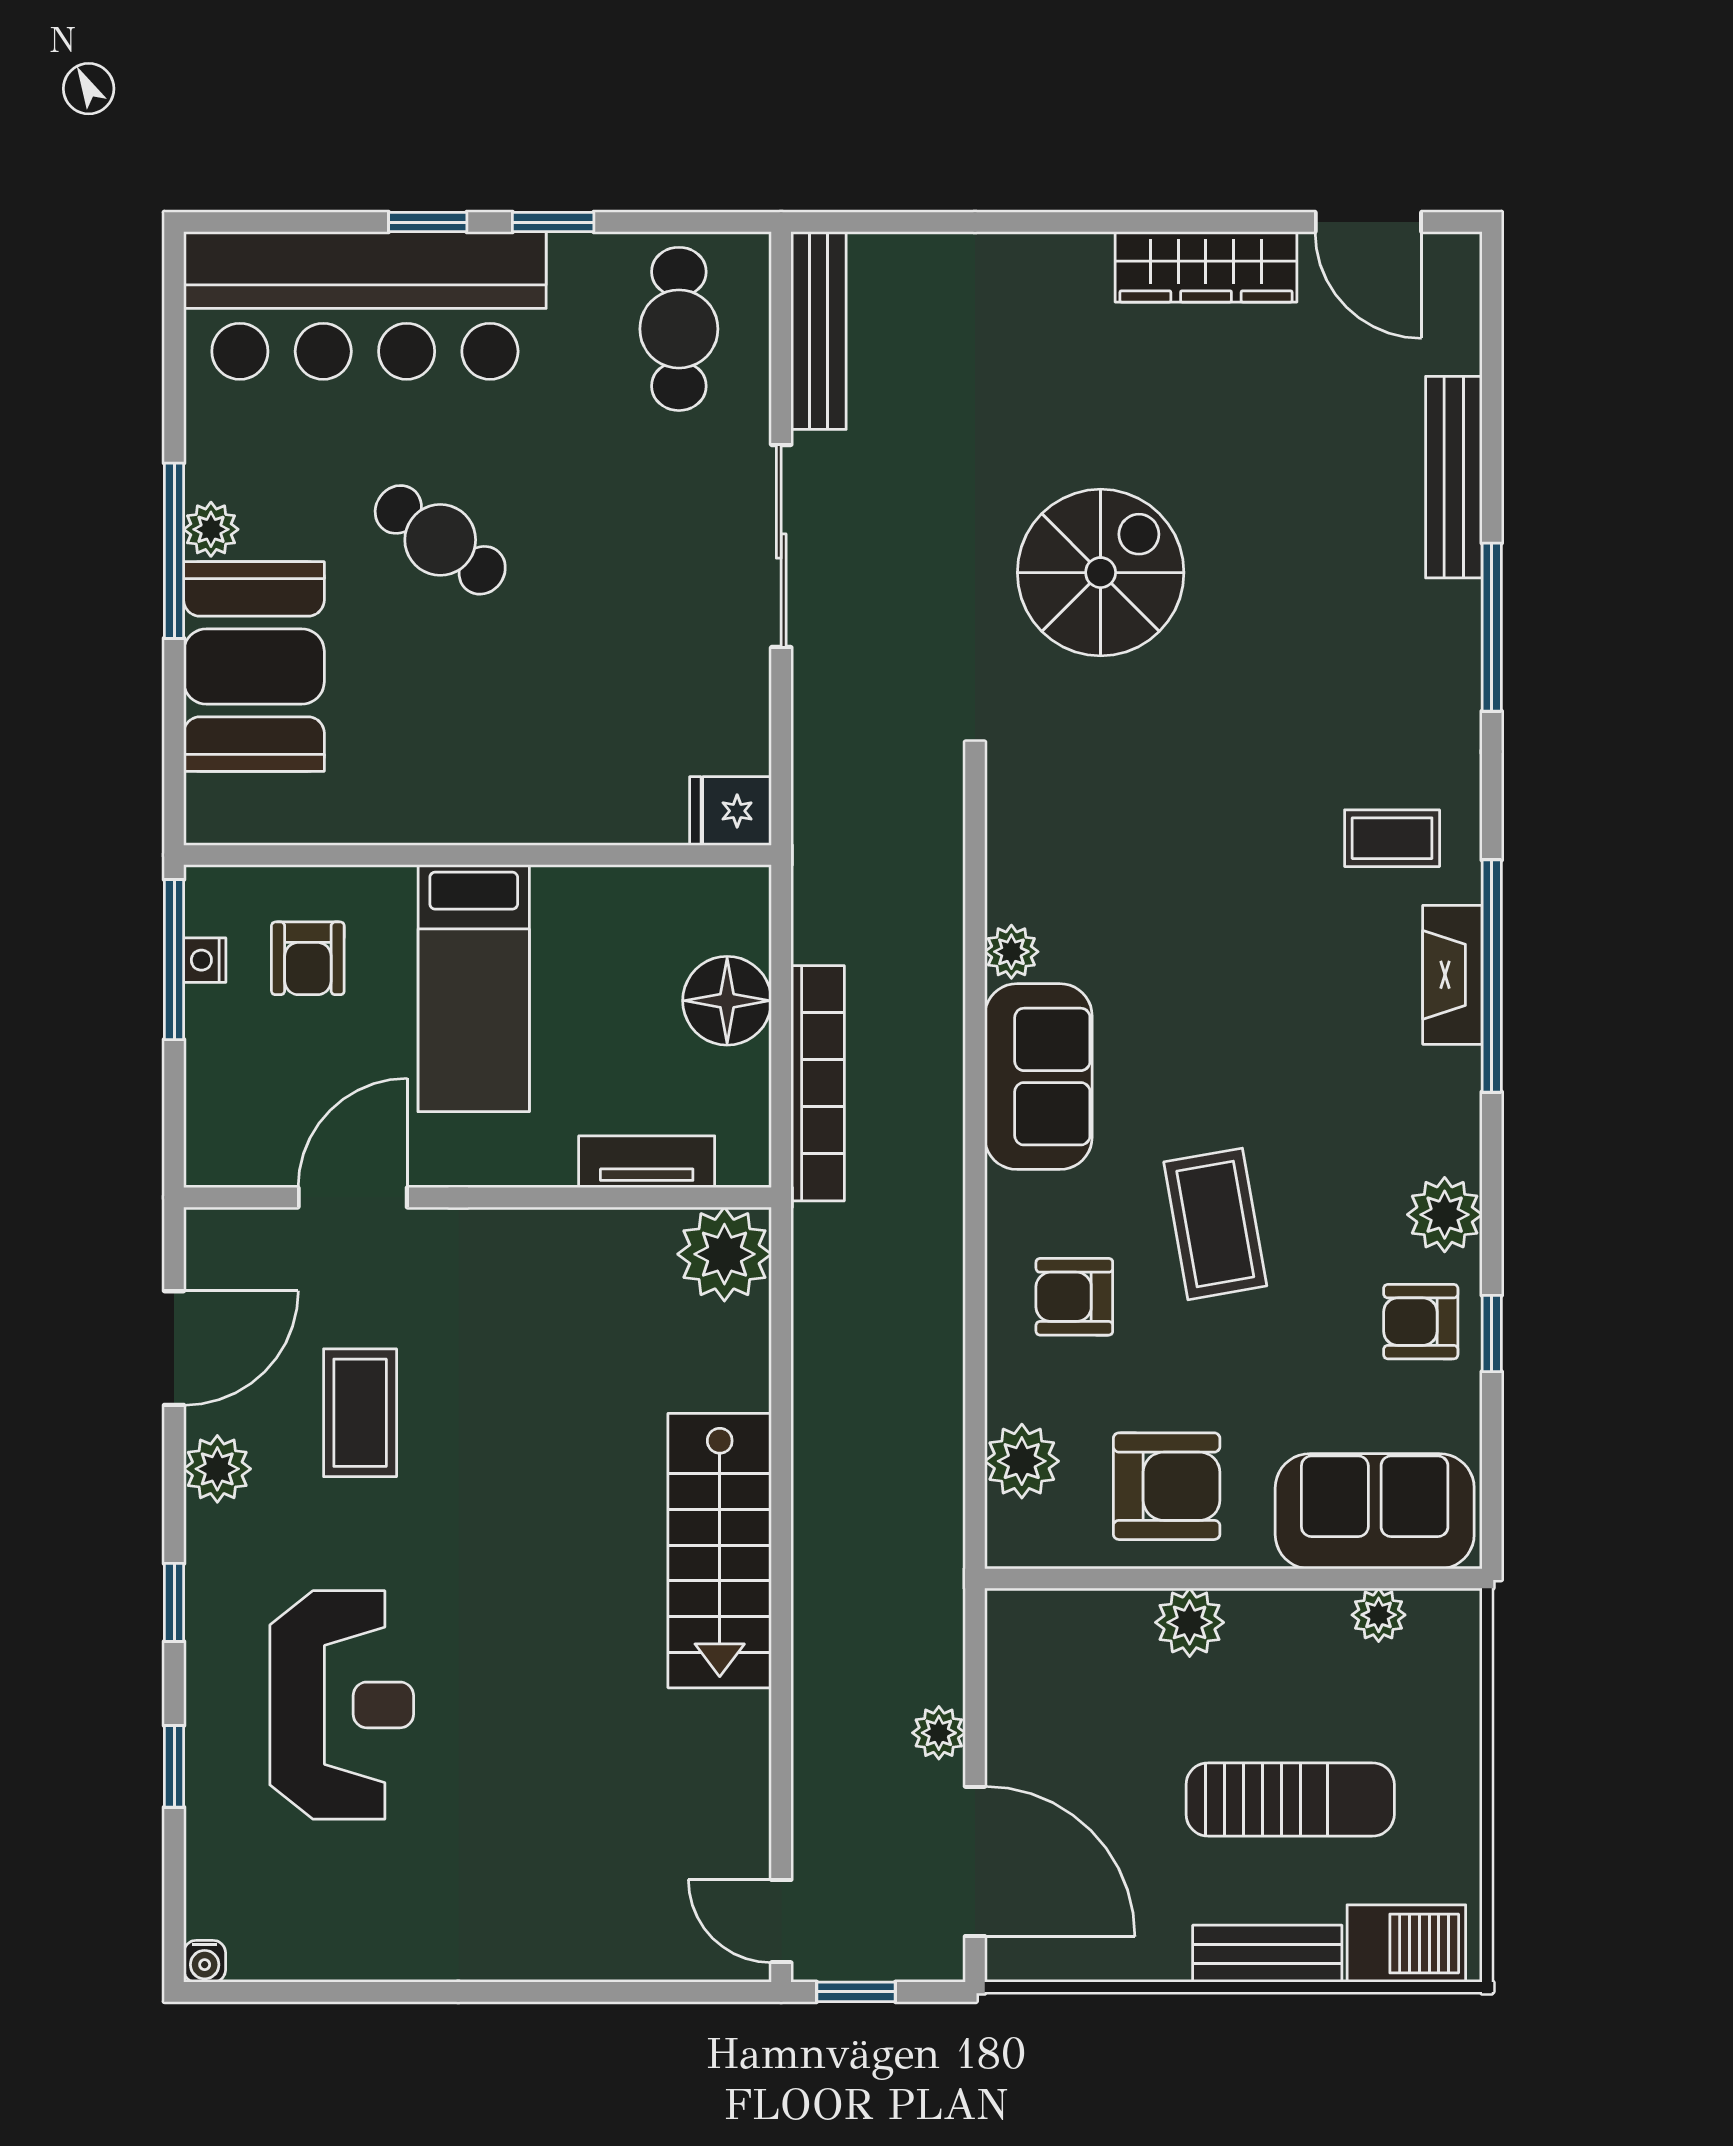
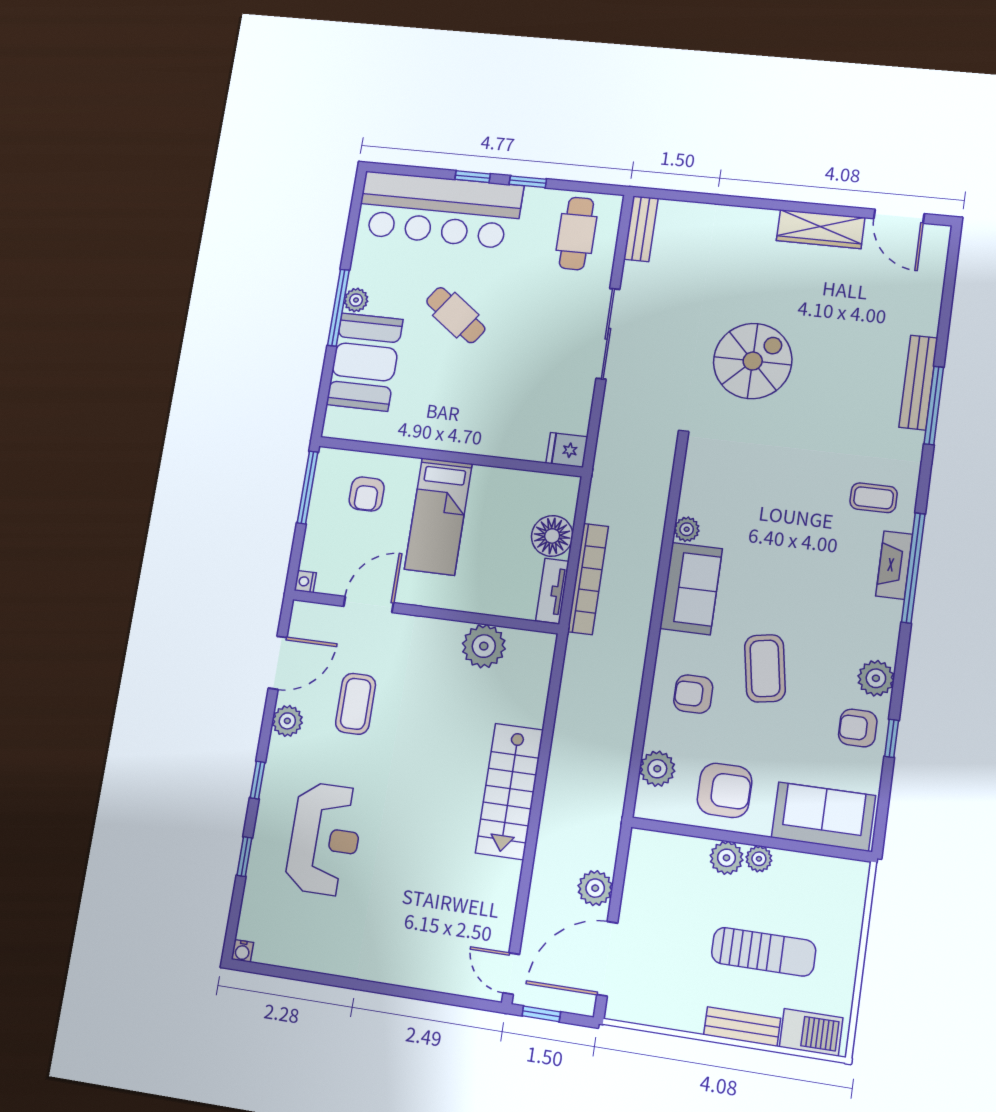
bench: (819, 331) -> (641, 229), width x0.73
bench: (1454, 477) -> (918, 382), moved
nightstand: (205, 960) -> (305, 582), moved
tv unit: (647, 1162) -> (552, 591), moved, turned -90
plant: (724, 1254) -> (484, 646), moved
plant: (1379, 1615) -> (759, 859), moved
plant: (939, 1733) -> (595, 888), width x1.38, depth x1.38
door: (975, 1861) -> (607, 959), swing flipped

